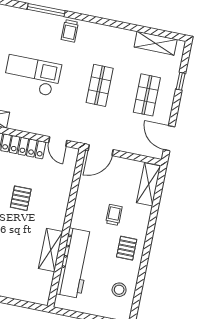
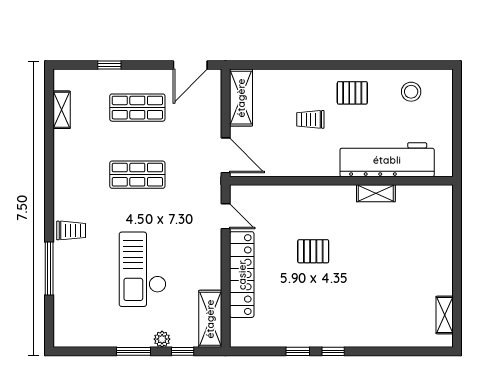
shelving: (156, 43) -> (62, 110), width x0.67, depth x0.75
door: (58, 142) -> (226, 216), hinge flipped
shelving: (149, 184) -> (241, 98), moved, turned 90
shelving: (51, 250) -> (376, 193), width x0.67, depth x0.75

